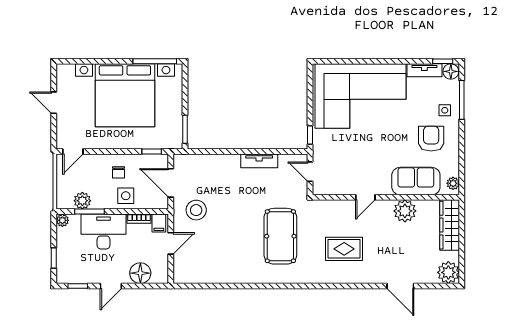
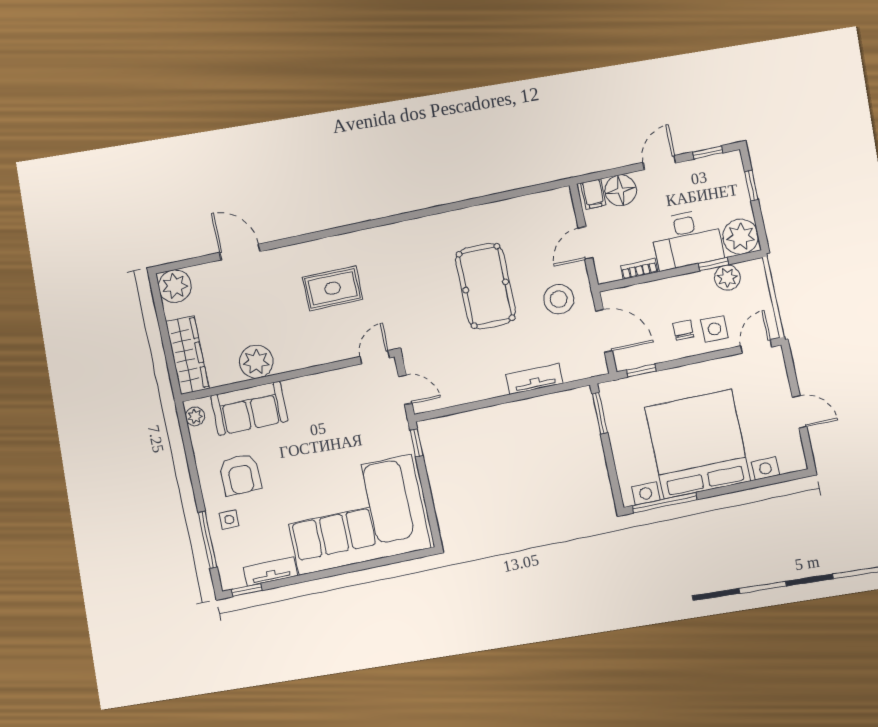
floor lamp: (451, 71) -> (232, 578), removed
tv unit: (259, 161) -> (534, 379), moved
side table: (126, 196) -> (714, 329), moved
door: (365, 197) -> (375, 357), moved
window: (89, 212) -> (714, 264), width x0.67
plant: (62, 220) -> (741, 237), width x1.88, depth x1.88
filing cabinet: (159, 223) -> (593, 194), moved, turned 180
pool table: (280, 236) -> (485, 286), moved

